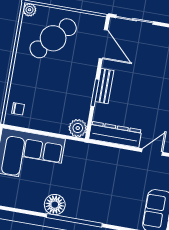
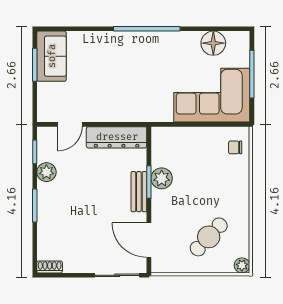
cafe table: (53, 38) -> (209, 237), width x0.73, depth x0.74
plant: (78, 128) -> (162, 178), moved
floor lamp: (55, 205) -> (213, 43), moved

